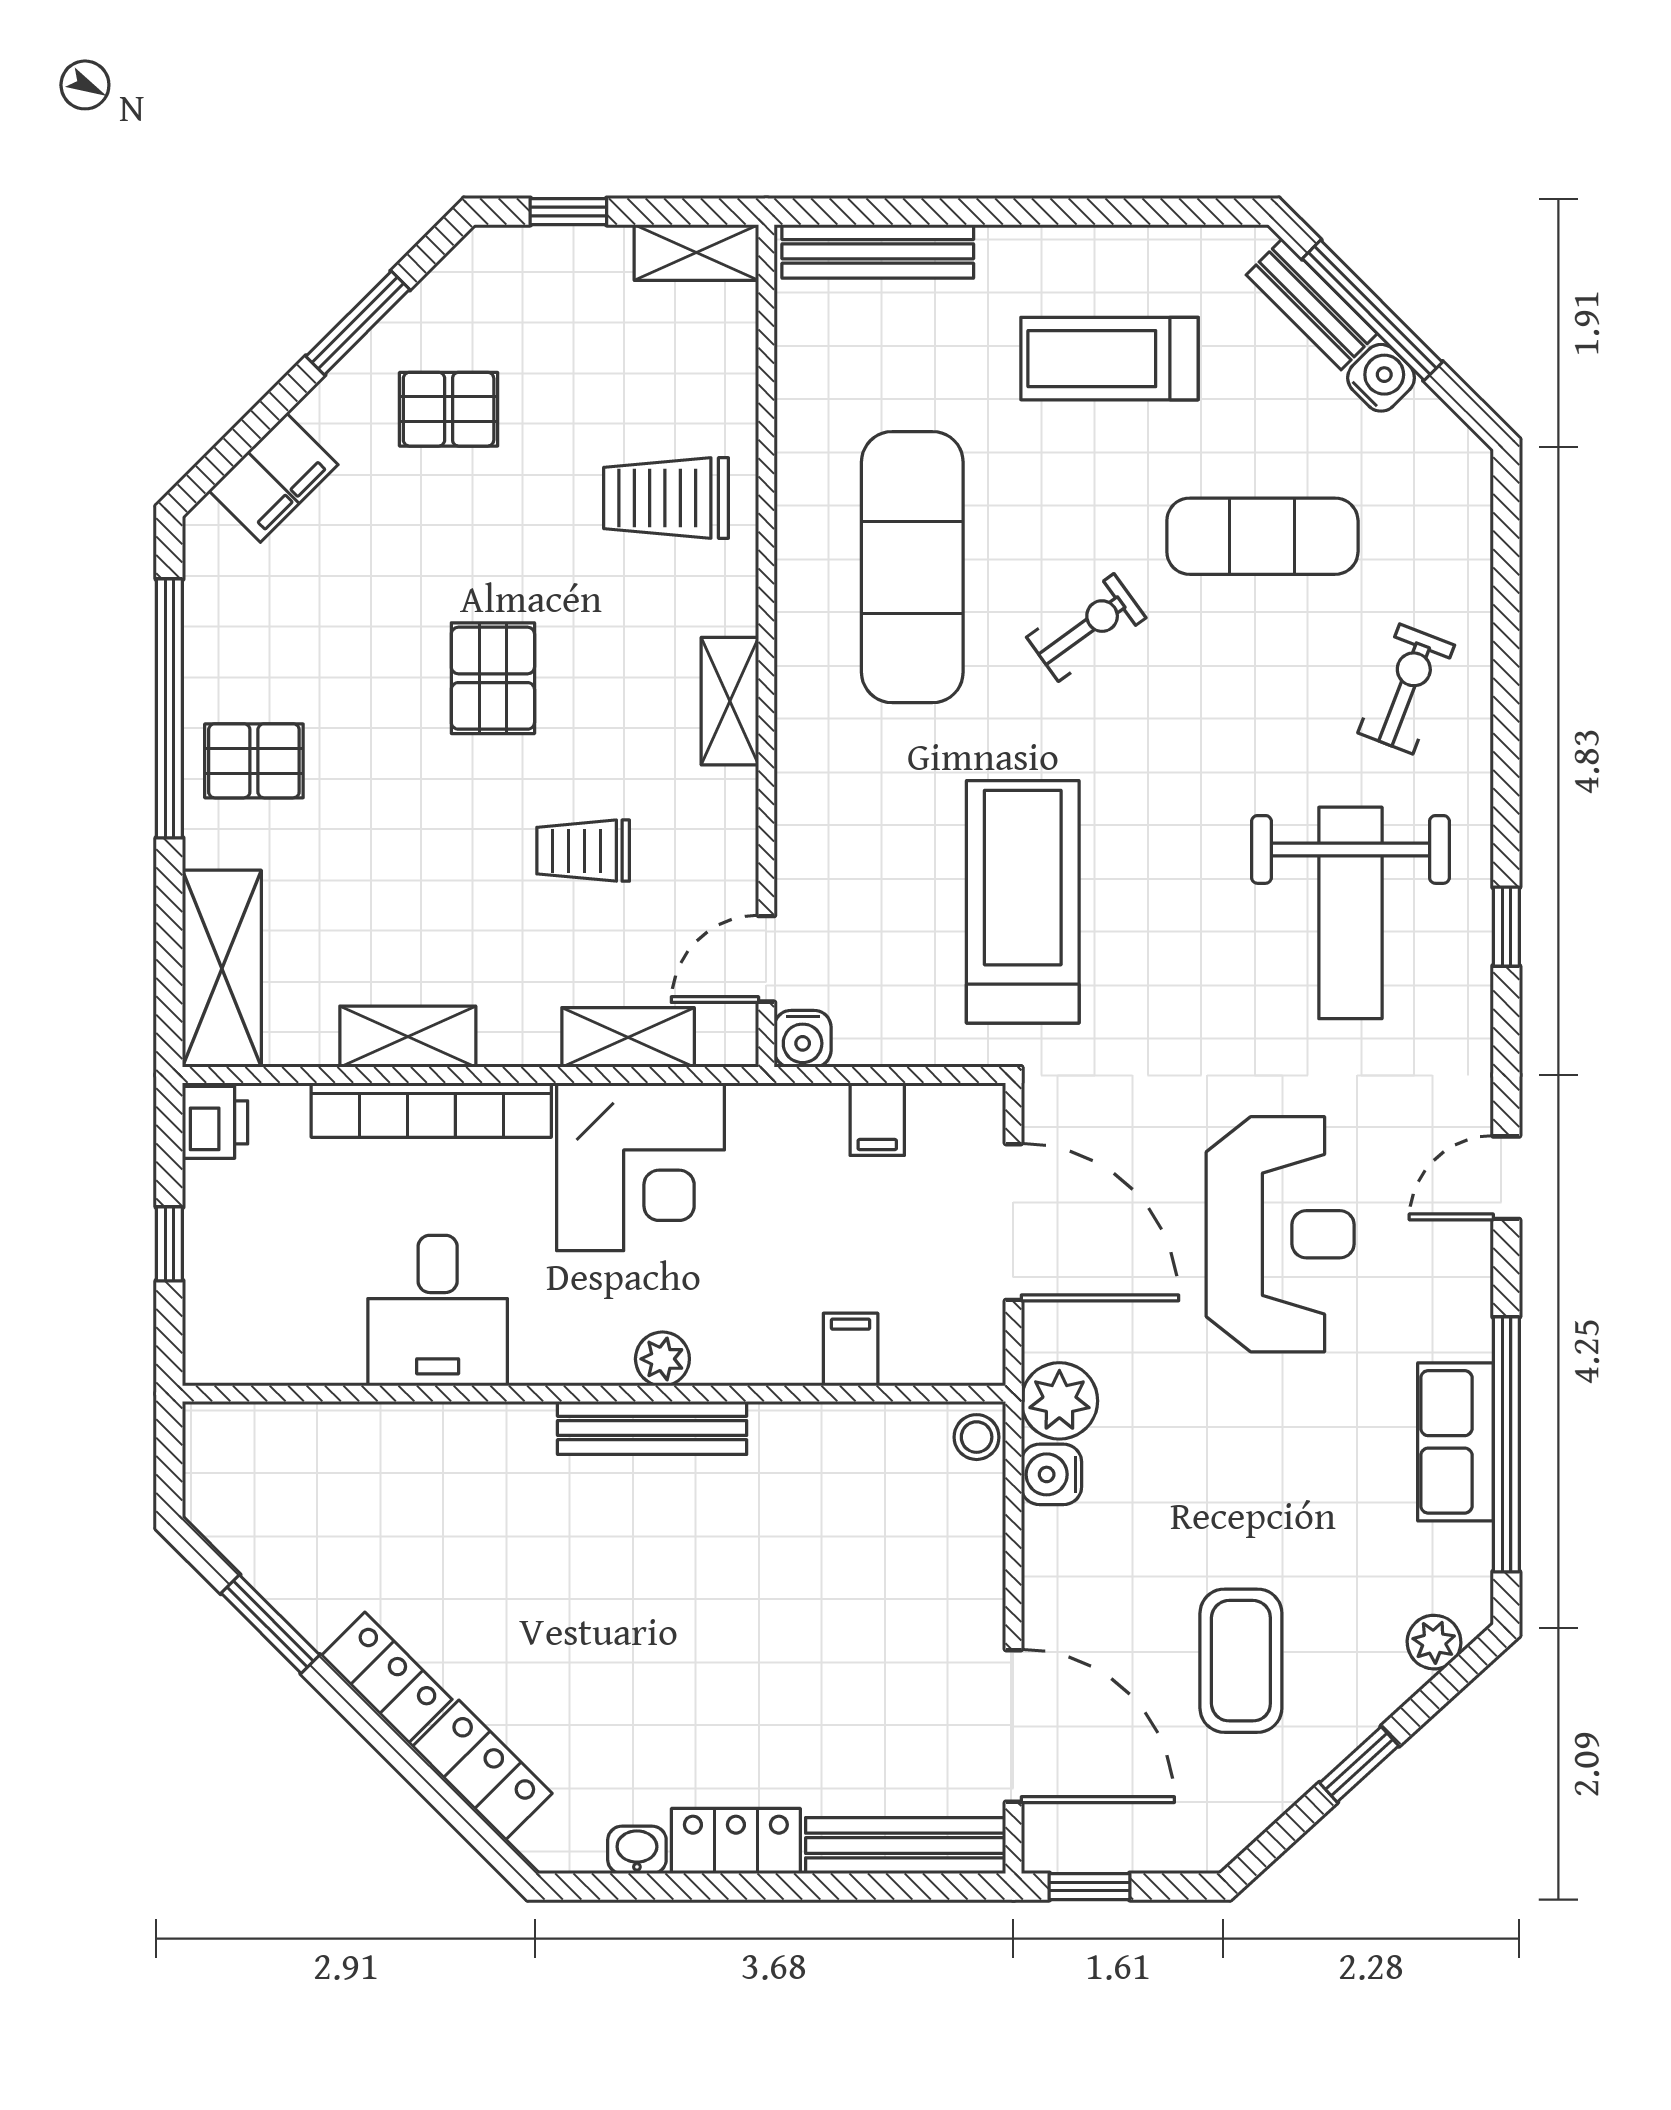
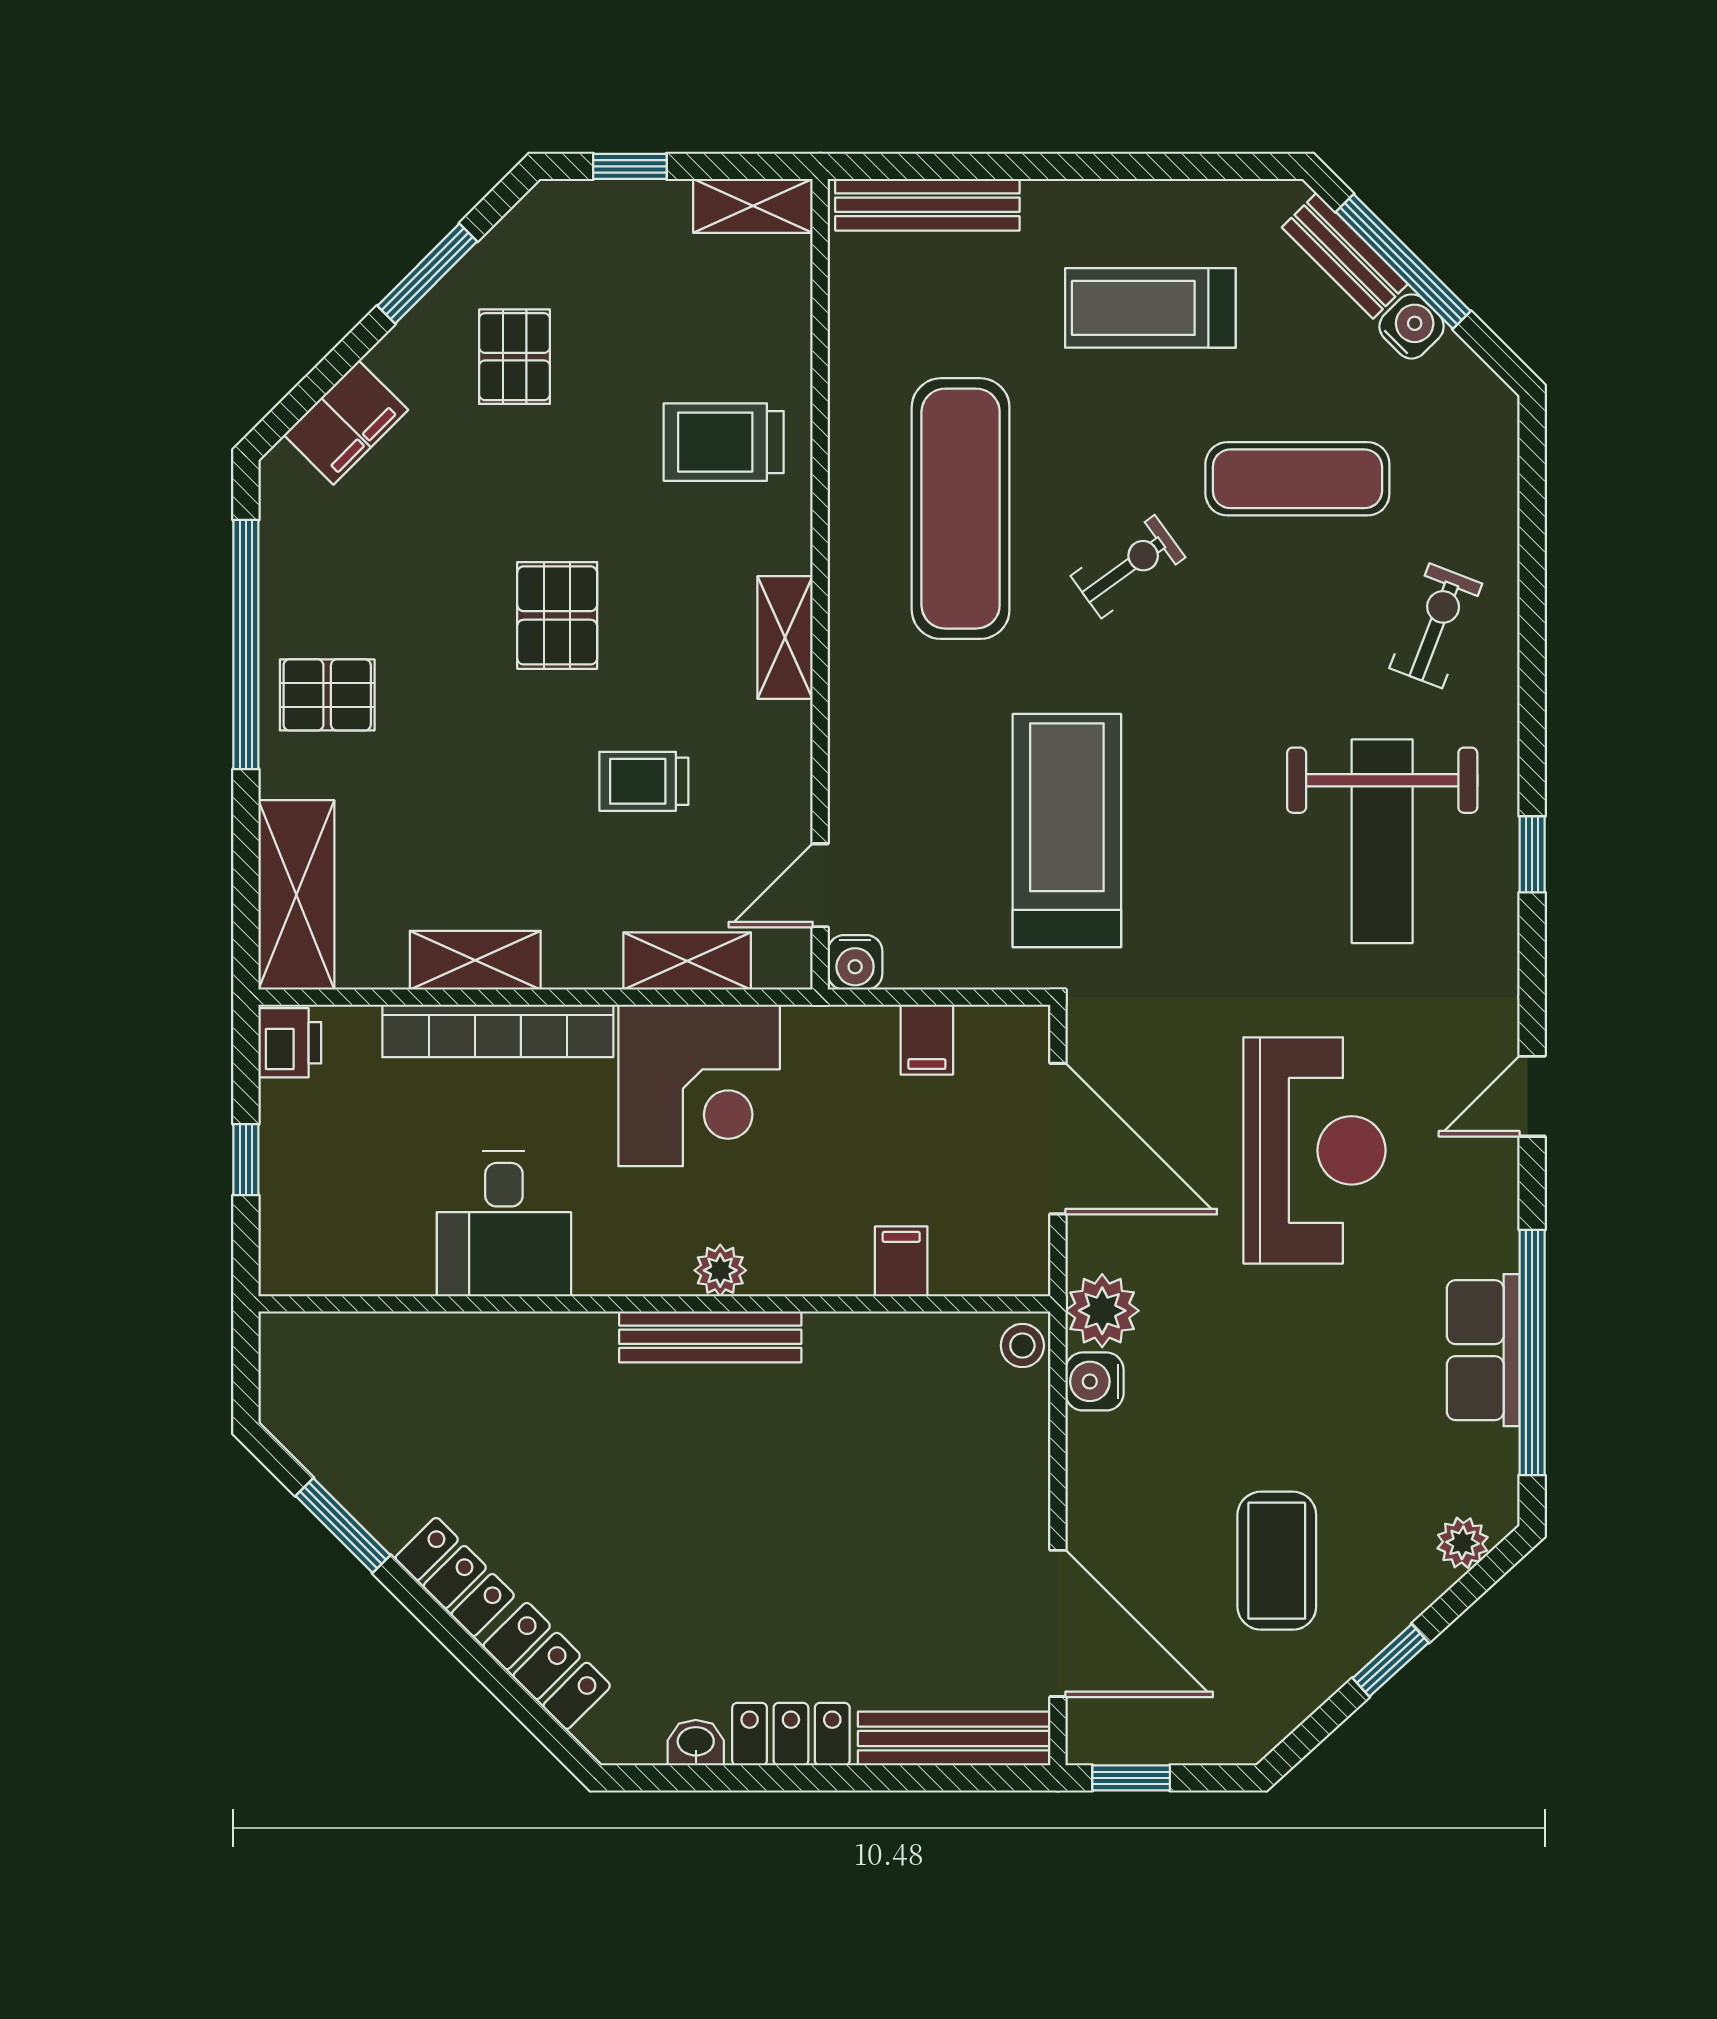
pallet: (449, 409) -> (514, 357), turned 90

